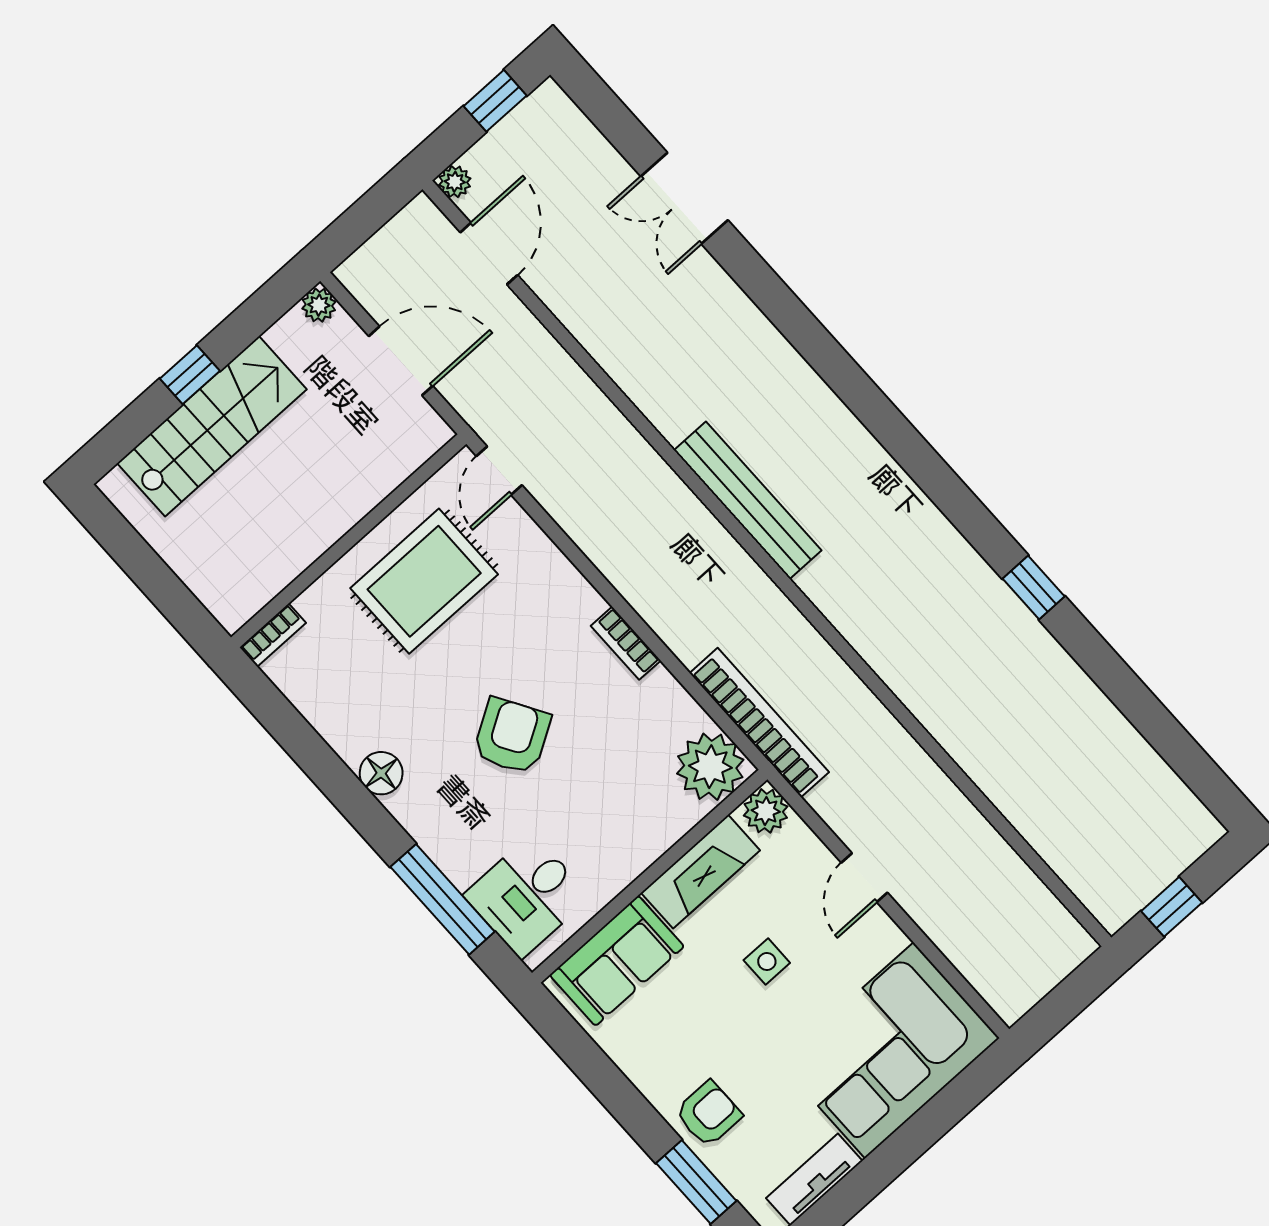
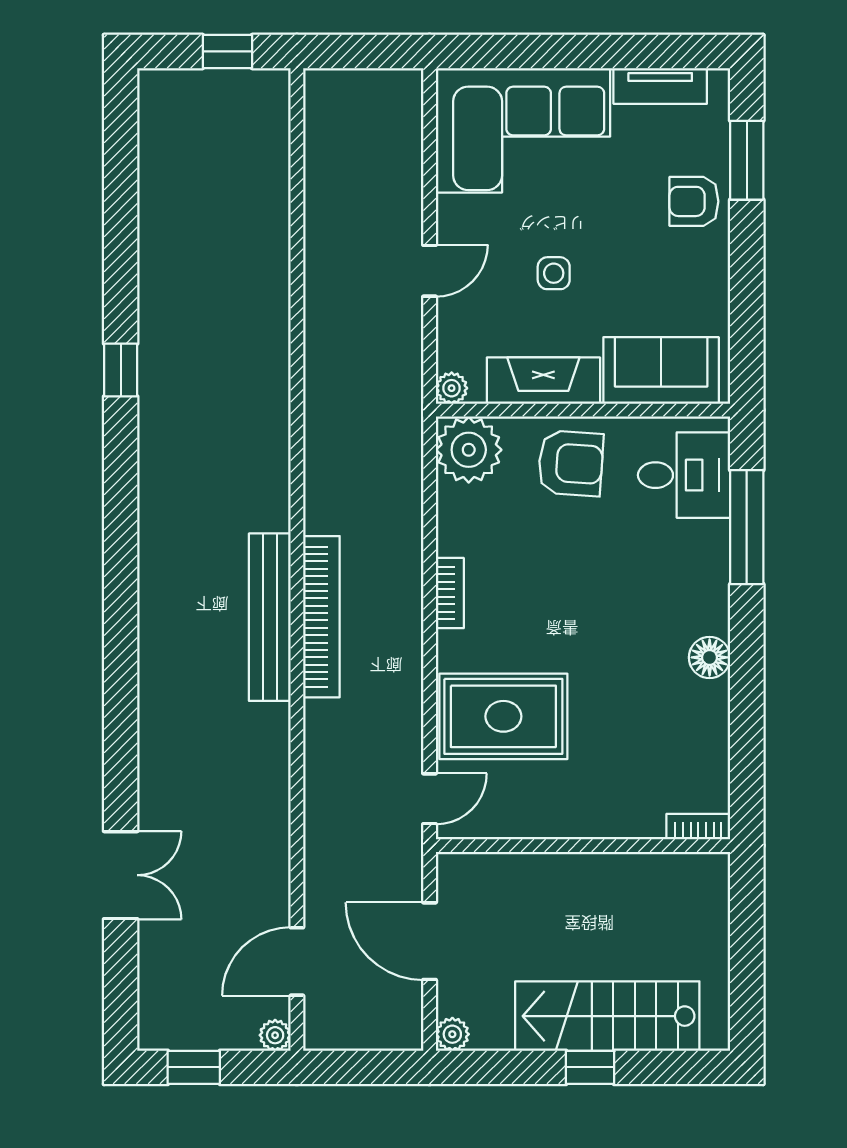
rug: (424, 581) -> (503, 716), moved
bookcase: (759, 723) -> (321, 617), moved, turned 180
armchair: (512, 736) -> (571, 463), moved, turned -145
plant: (766, 811) -> (452, 388), width x0.73, depth x0.73

